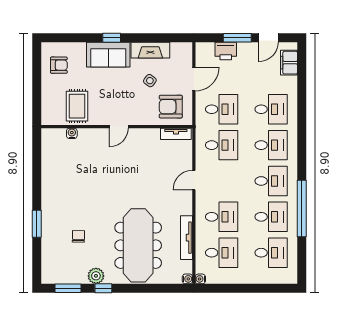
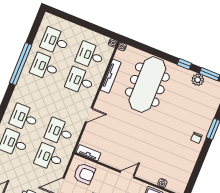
desk: (271, 181) -> (34, 92), removed
chair: (78, 236) -> (196, 138), moved
plant: (96, 276) -> (198, 80), moved

